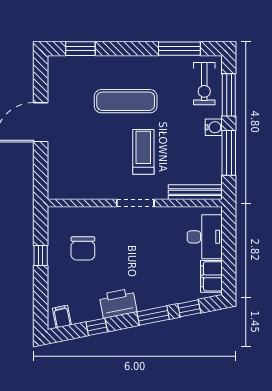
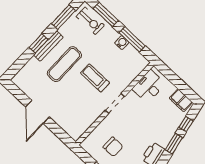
window: (80, 49) -> (39, 43), moved
water cooler: (214, 127) -> (122, 43), moved
bench: (195, 192) -> (48, 46), moved
desk: (205, 237) -> (149, 86), moved, turned -90

